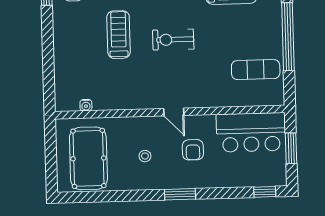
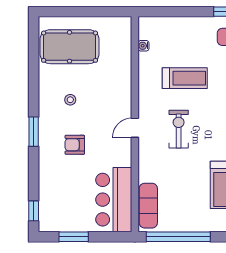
water cooler: (86, 105) -> (144, 46), moved
wall: (170, 112) -> (135, 124), moved
door: (174, 112) -> (135, 128), moved
bar counter: (251, 132) -> (114, 200), moved

